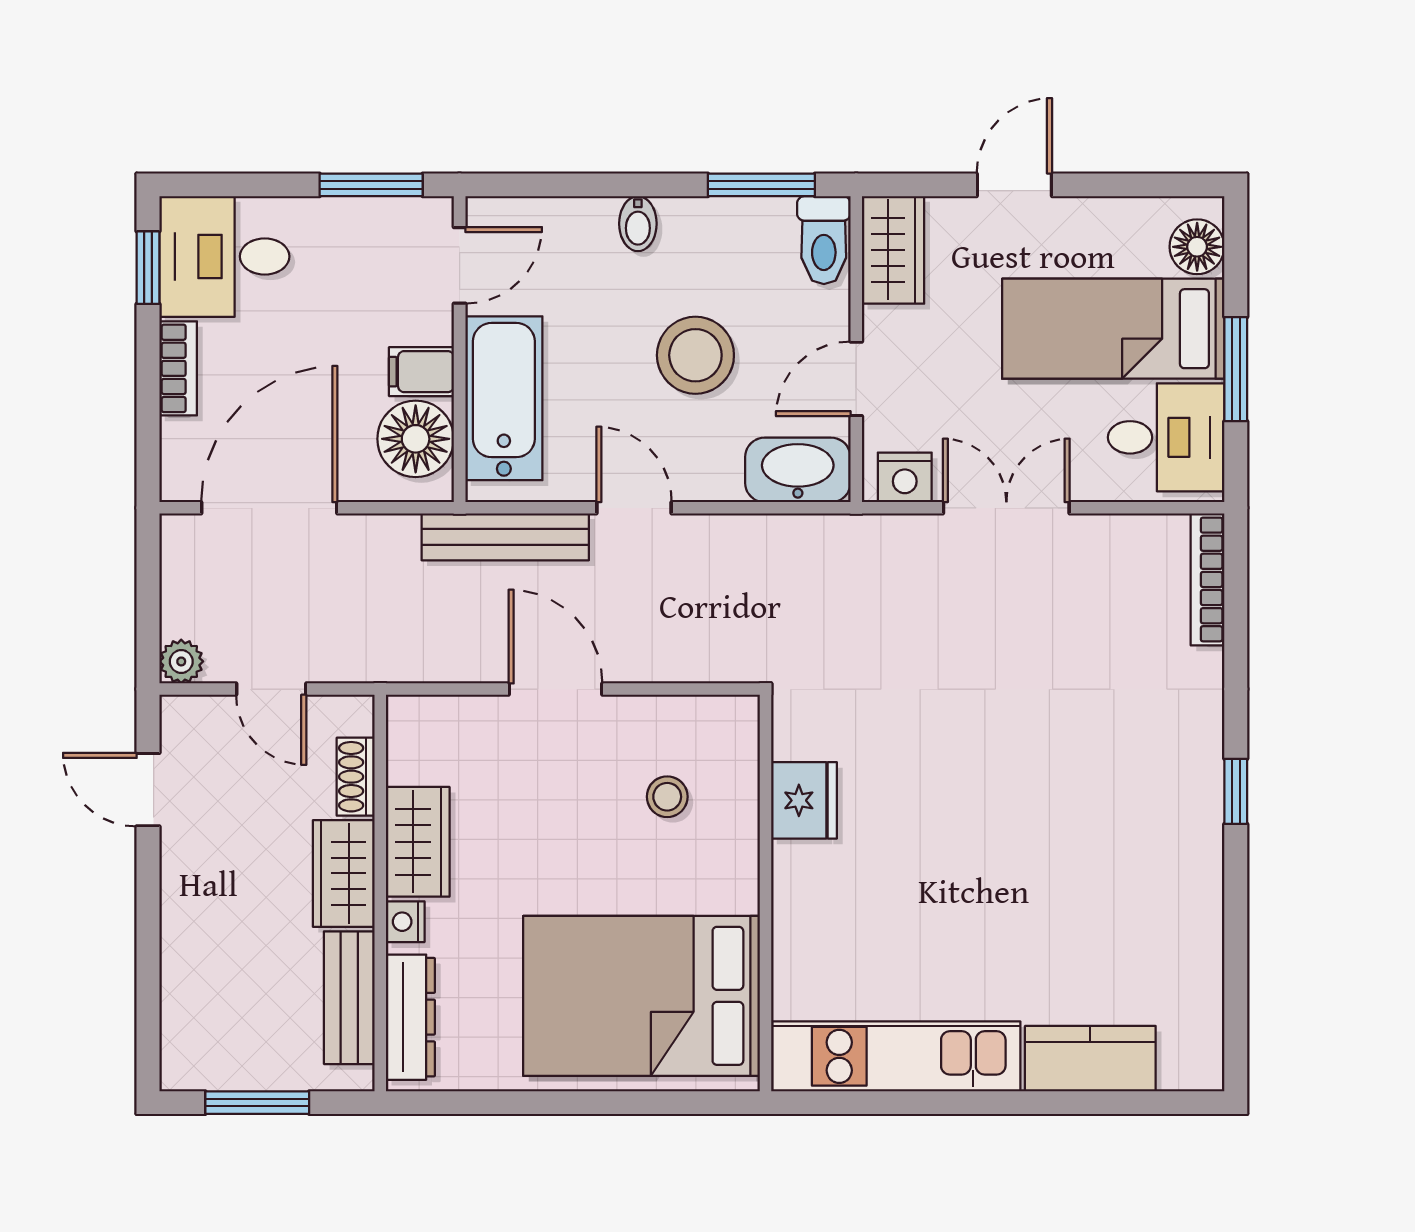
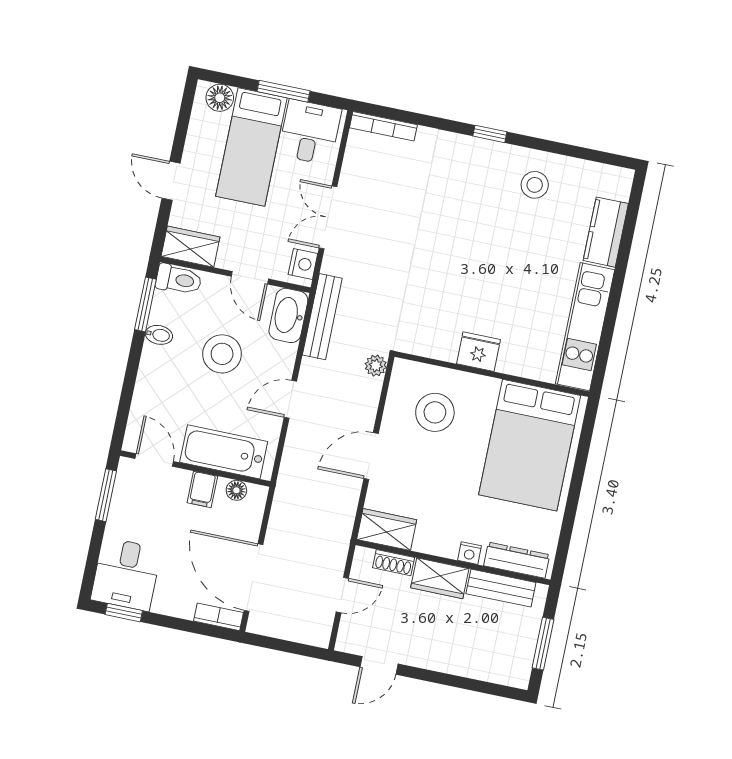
bidet: (638, 224) -> (159, 335), moved
bookcase: (178, 368) -> (218, 617), moved
floor lamp: (416, 439) -> (236, 490), width x0.53, depth x0.53
bench: (505, 537) -> (322, 317), moved
plant: (181, 661) -> (376, 366), moved
stool: (667, 797) -> (435, 412), width x1.89, depth x1.89
fridge: (804, 800) -> (479, 352), moved
wardrobe: (418, 842) -> (387, 530), moved
stool: (1154, 900) -> (535, 185), added

